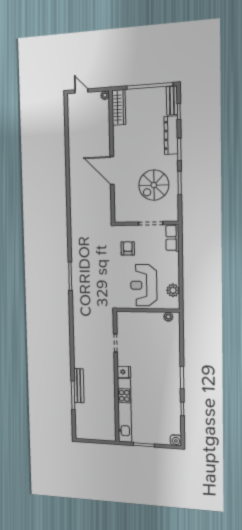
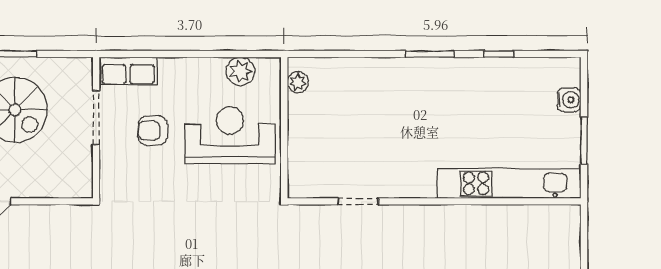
armchair: (128, 248) -> (153, 131), moved
reception desk: (144, 285) -> (230, 135), turned 180
fridge: (124, 372) -> (422, 183), removed
water cooler: (176, 440) -> (569, 100), moved

